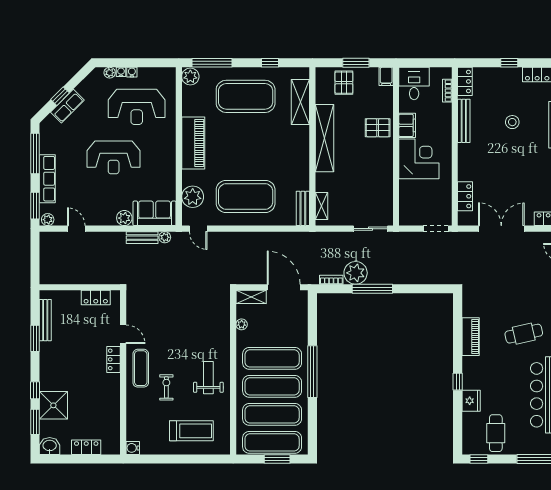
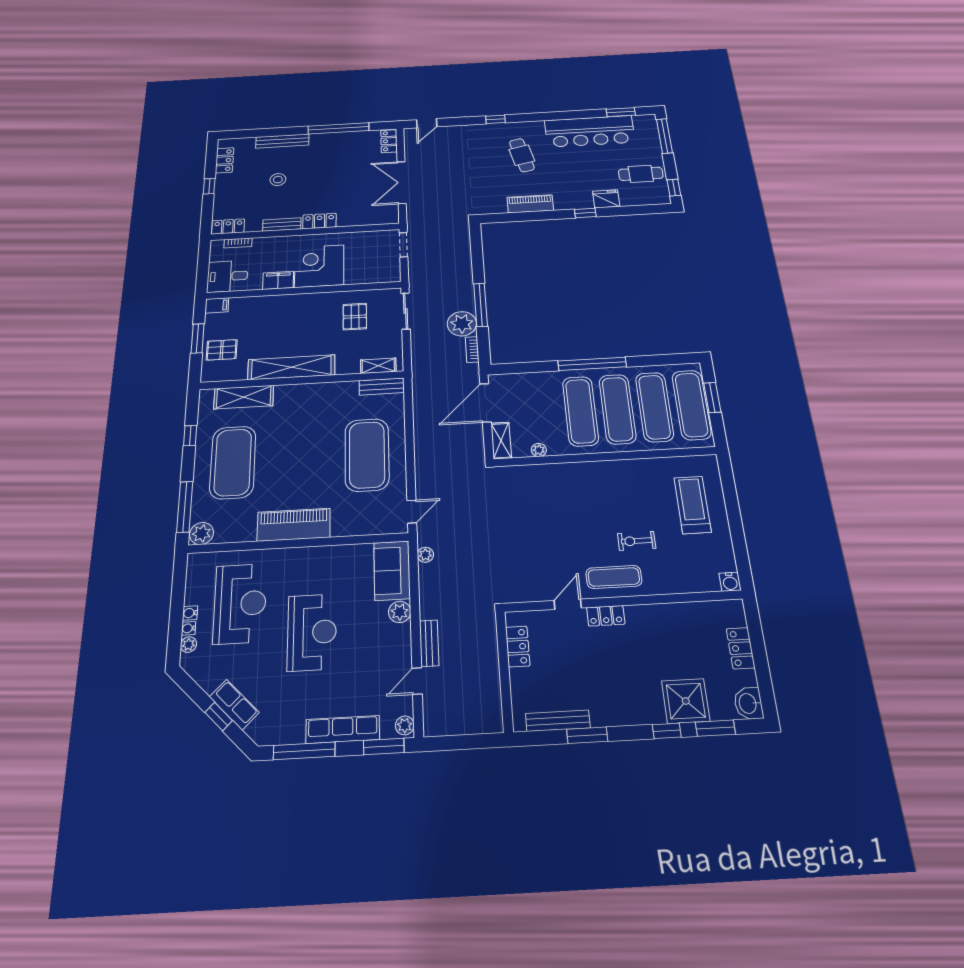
bench: (464, 121) -> (282, 224), width x0.73
pallet: (378, 128) -> (355, 317), moved
locker: (465, 196) -> (320, 221), moved
plant: (193, 197) -> (368, 521), removed
bench: (142, 238) -> (429, 643), moved
weight bench: (208, 378) -> (616, 487), removed

